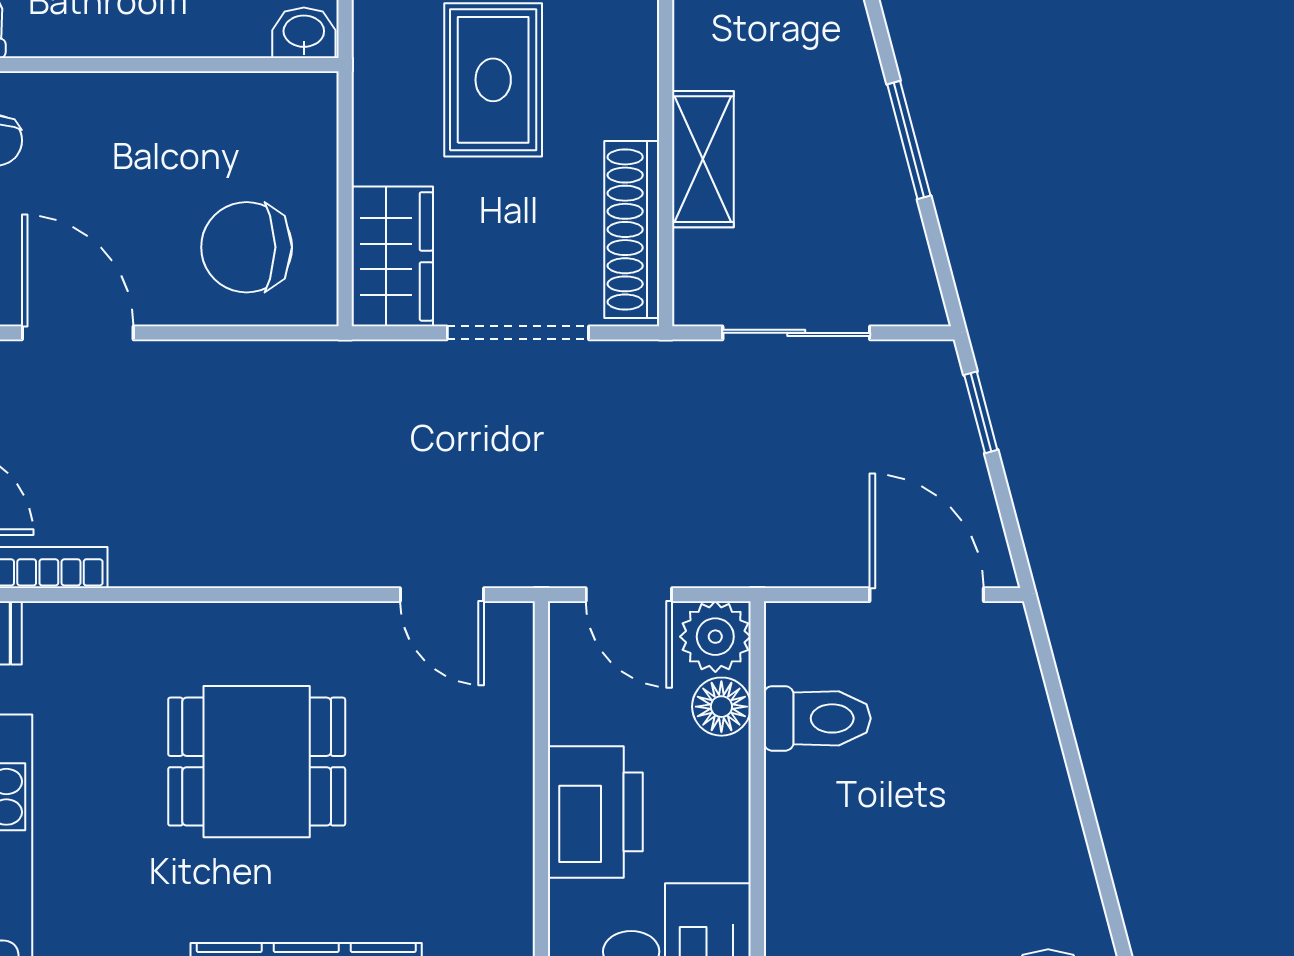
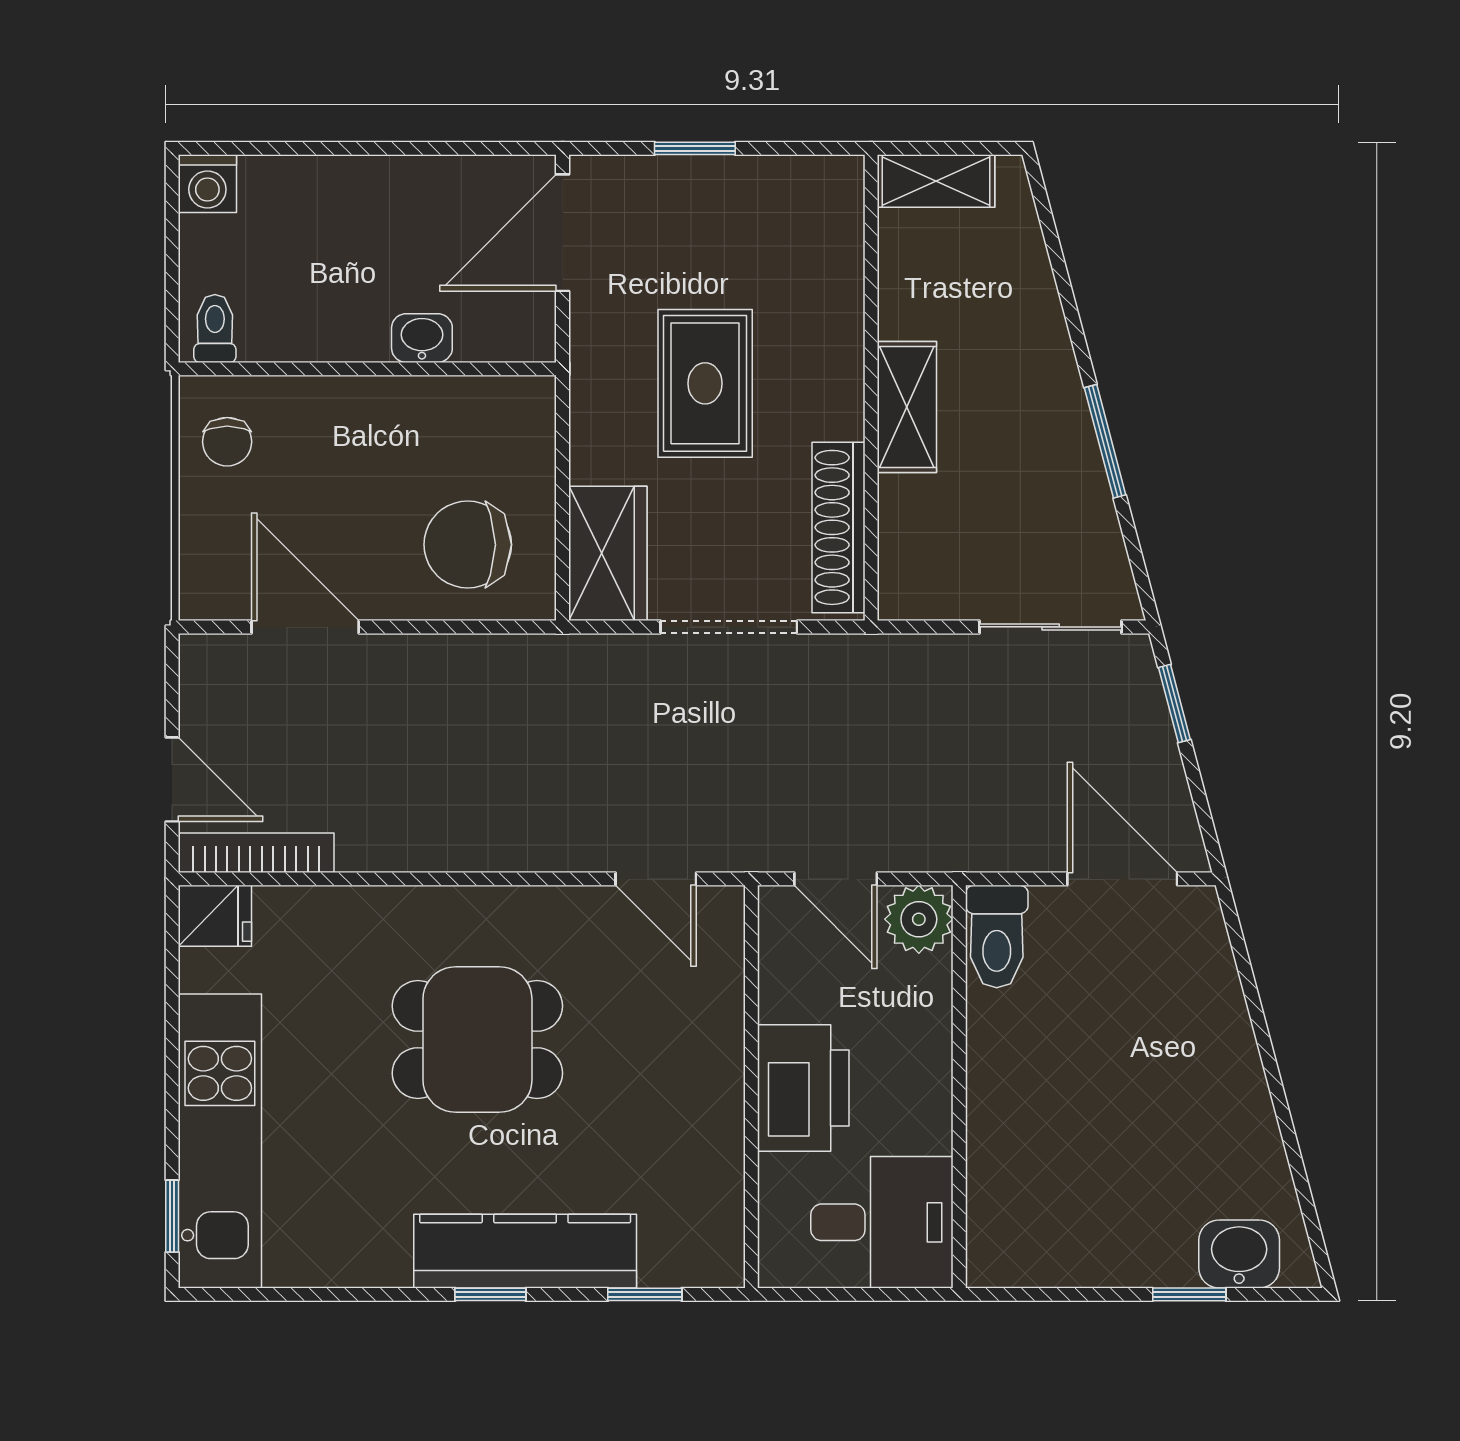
washbasin: (304, 33) -> (422, 338), moved
shelving: (703, 159) -> (907, 407), moved
sliding door: (796, 333) -> (1051, 627), moved
floor lamp: (721, 707) -> (925, 987), removed
toilet: (817, 718) -> (997, 937), moved, turned 90

